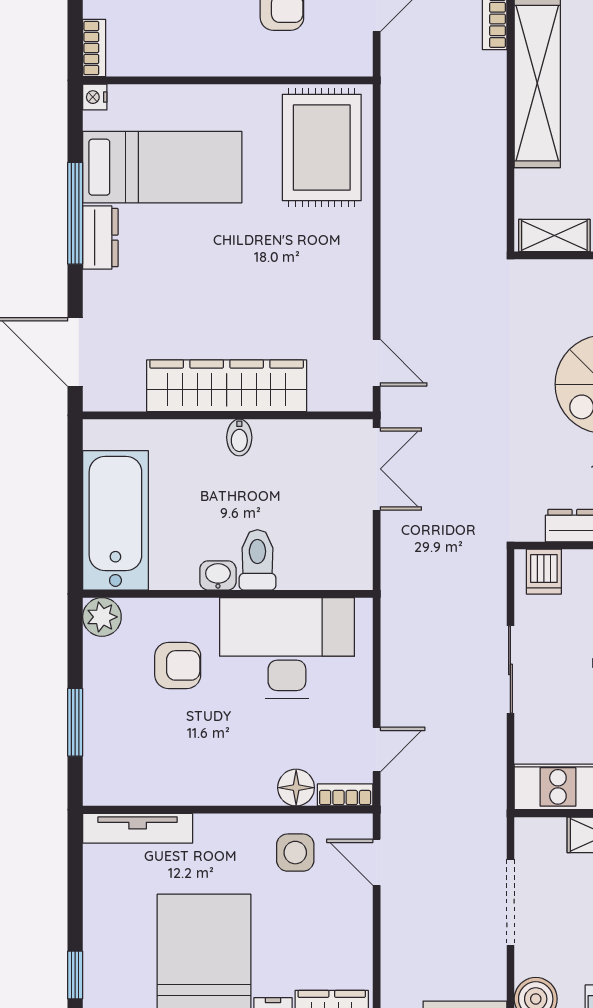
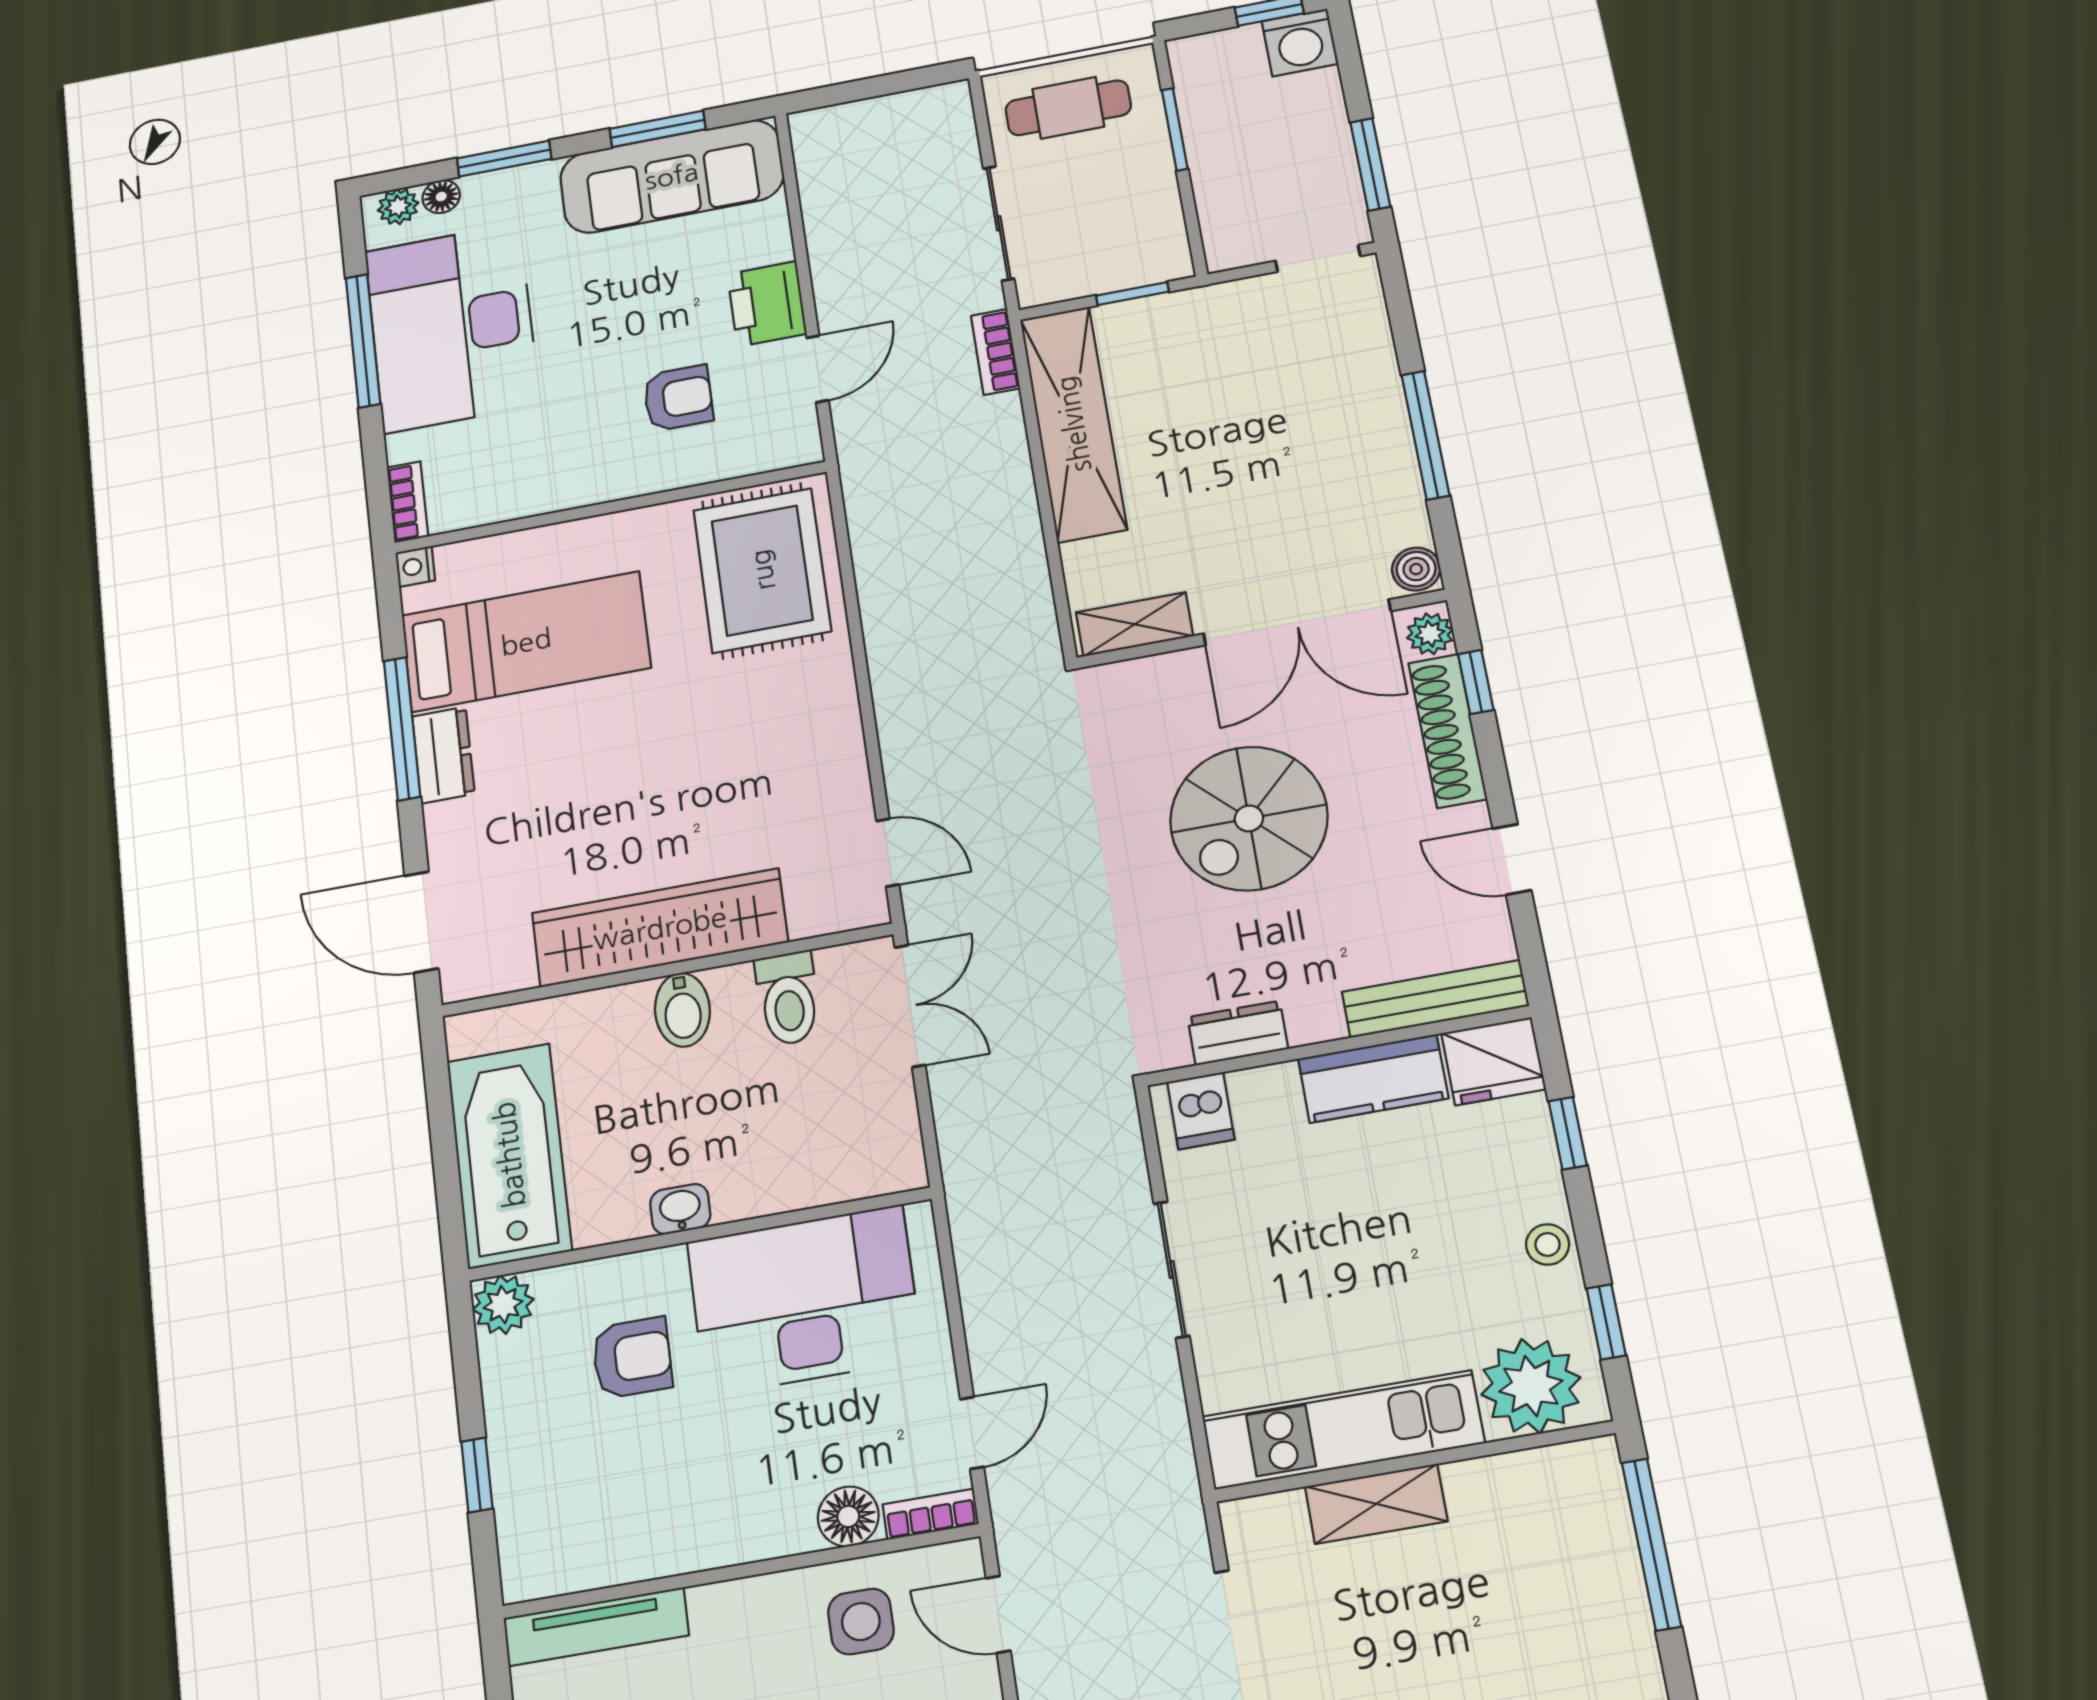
bidet: (239, 437) -> (682, 1010), width x1.38, depth x1.36
toilet: (257, 560) -> (788, 998), moved, turned 180
window: (75, 722) -> (477, 1475), width x0.67

